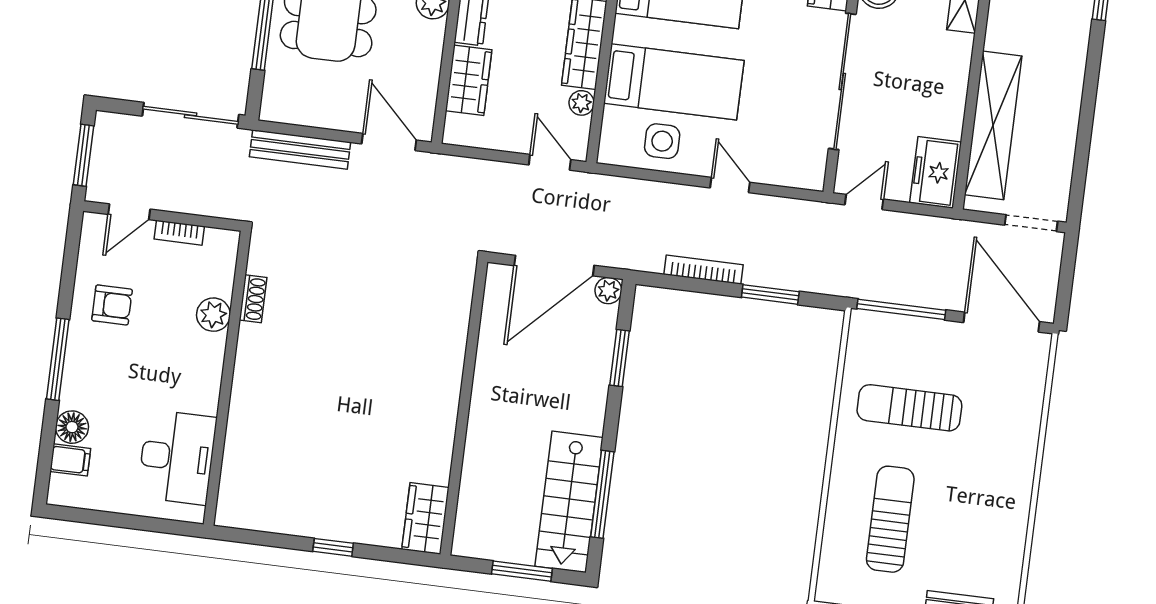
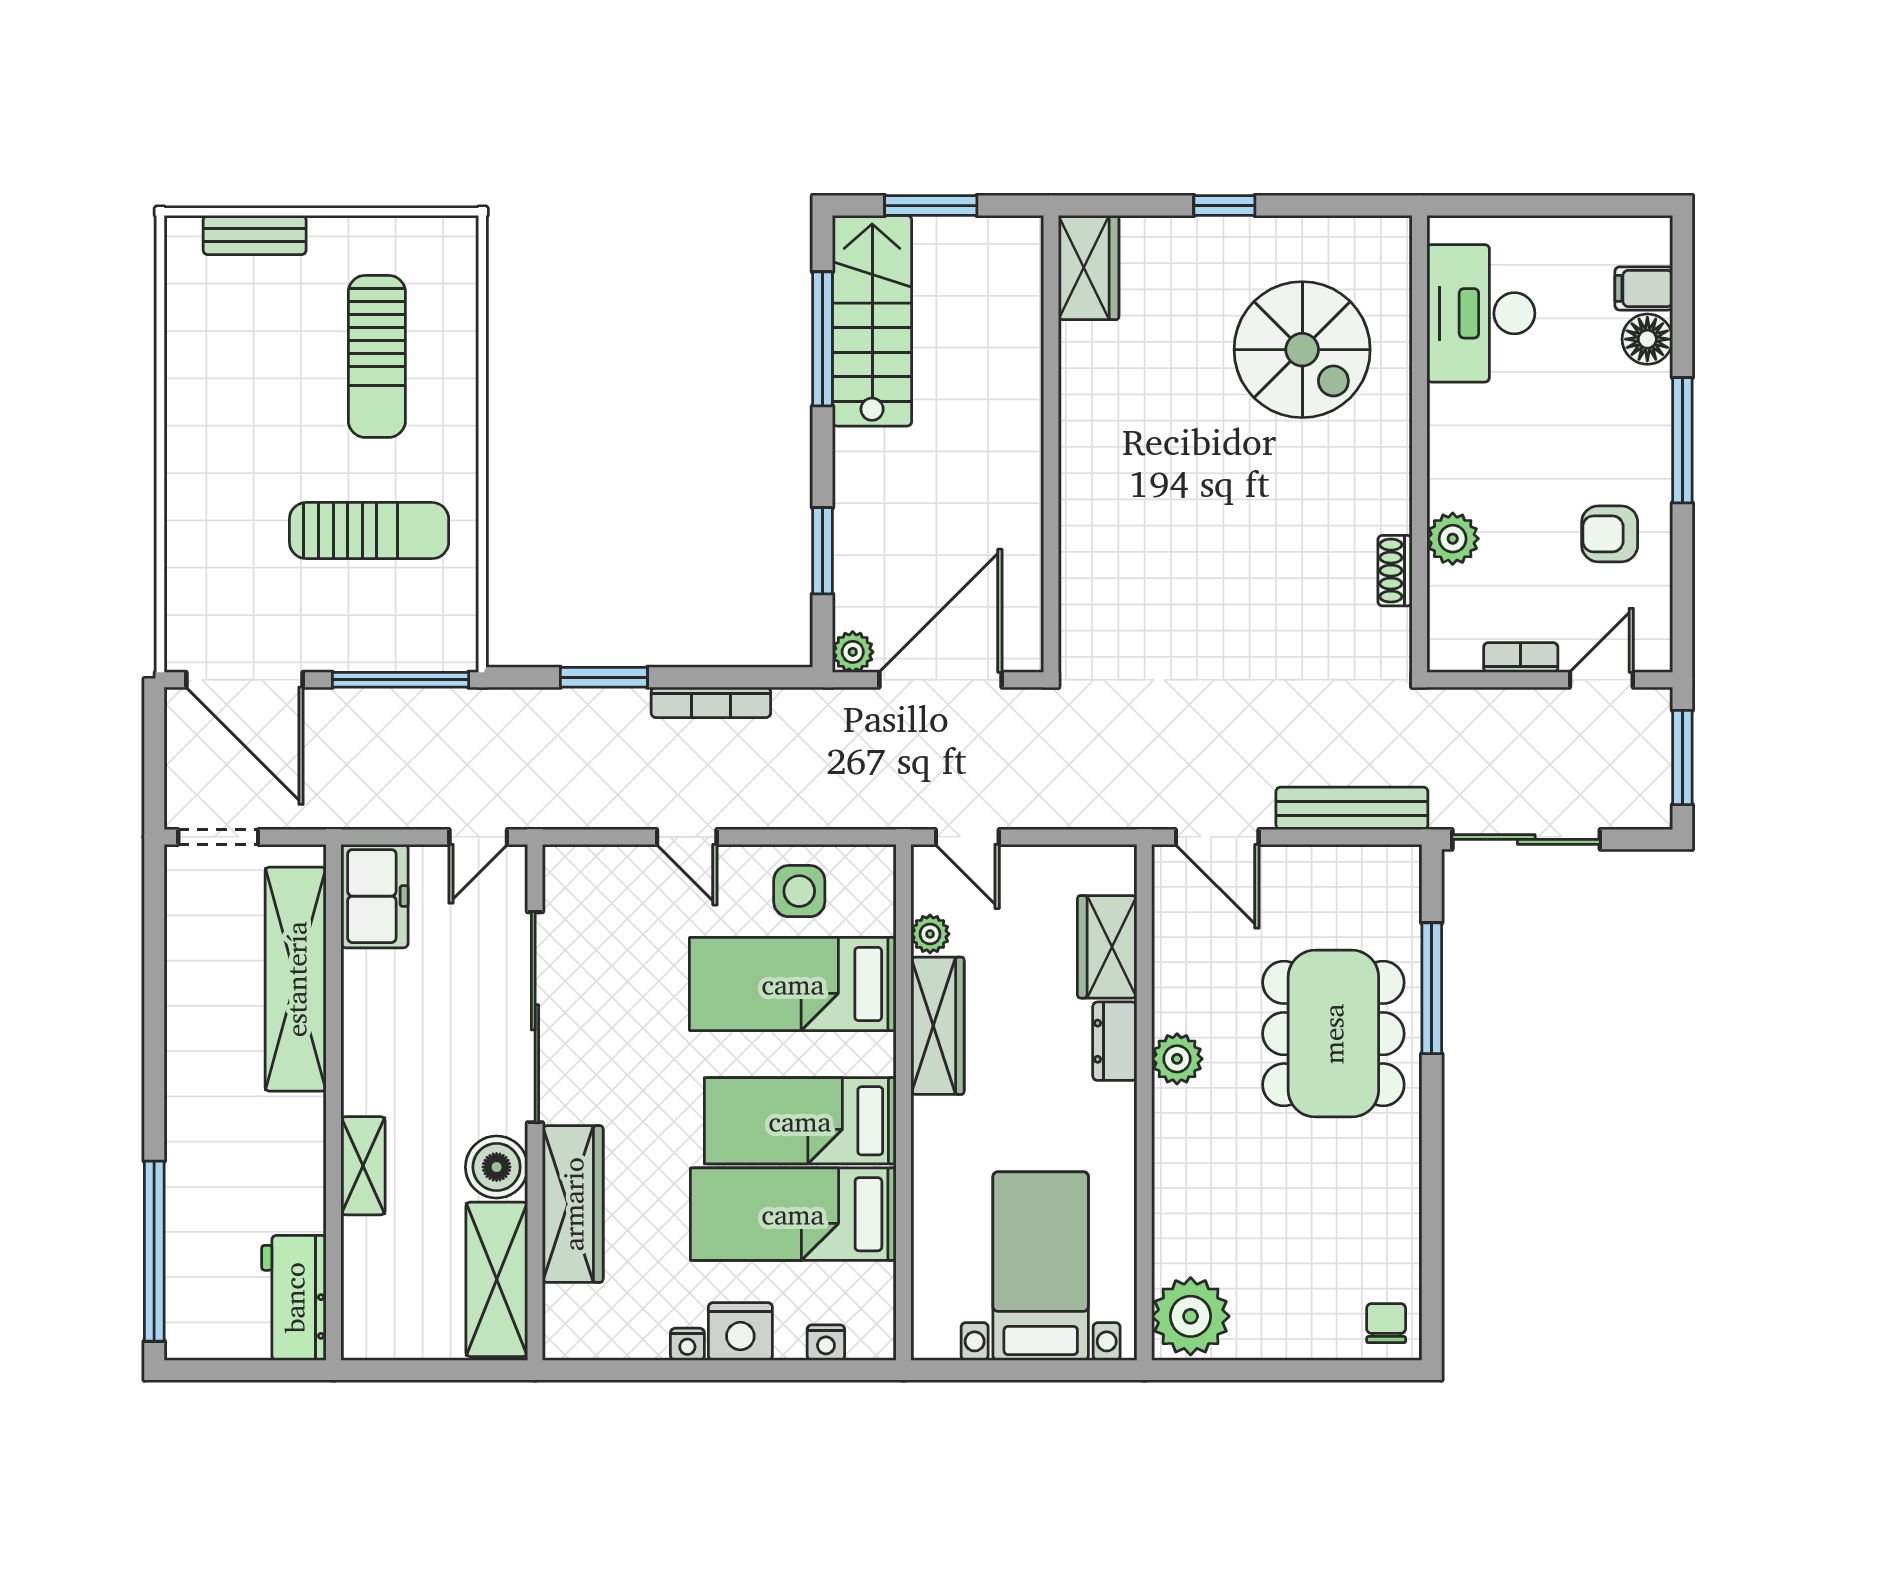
spiral stairs: (295, 448) -> (1302, 350), added

